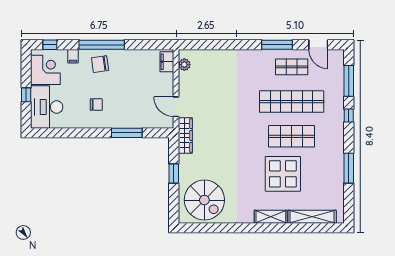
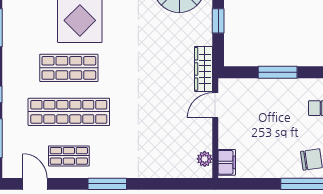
window: (277, 45) -> (107, 184), moved
door: (176, 107) -> (215, 105), swing flipped

